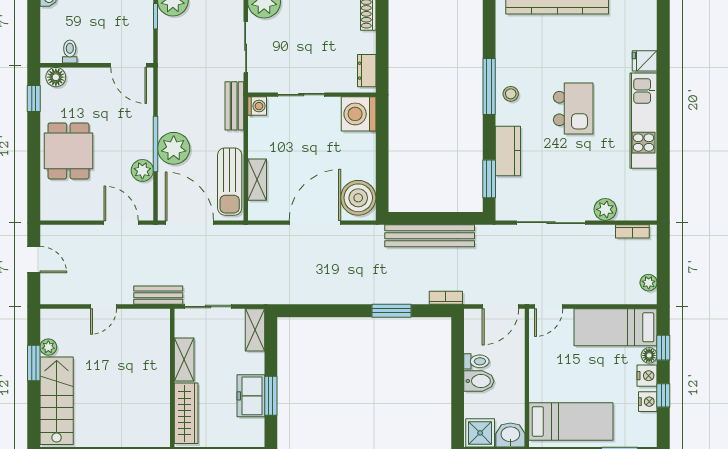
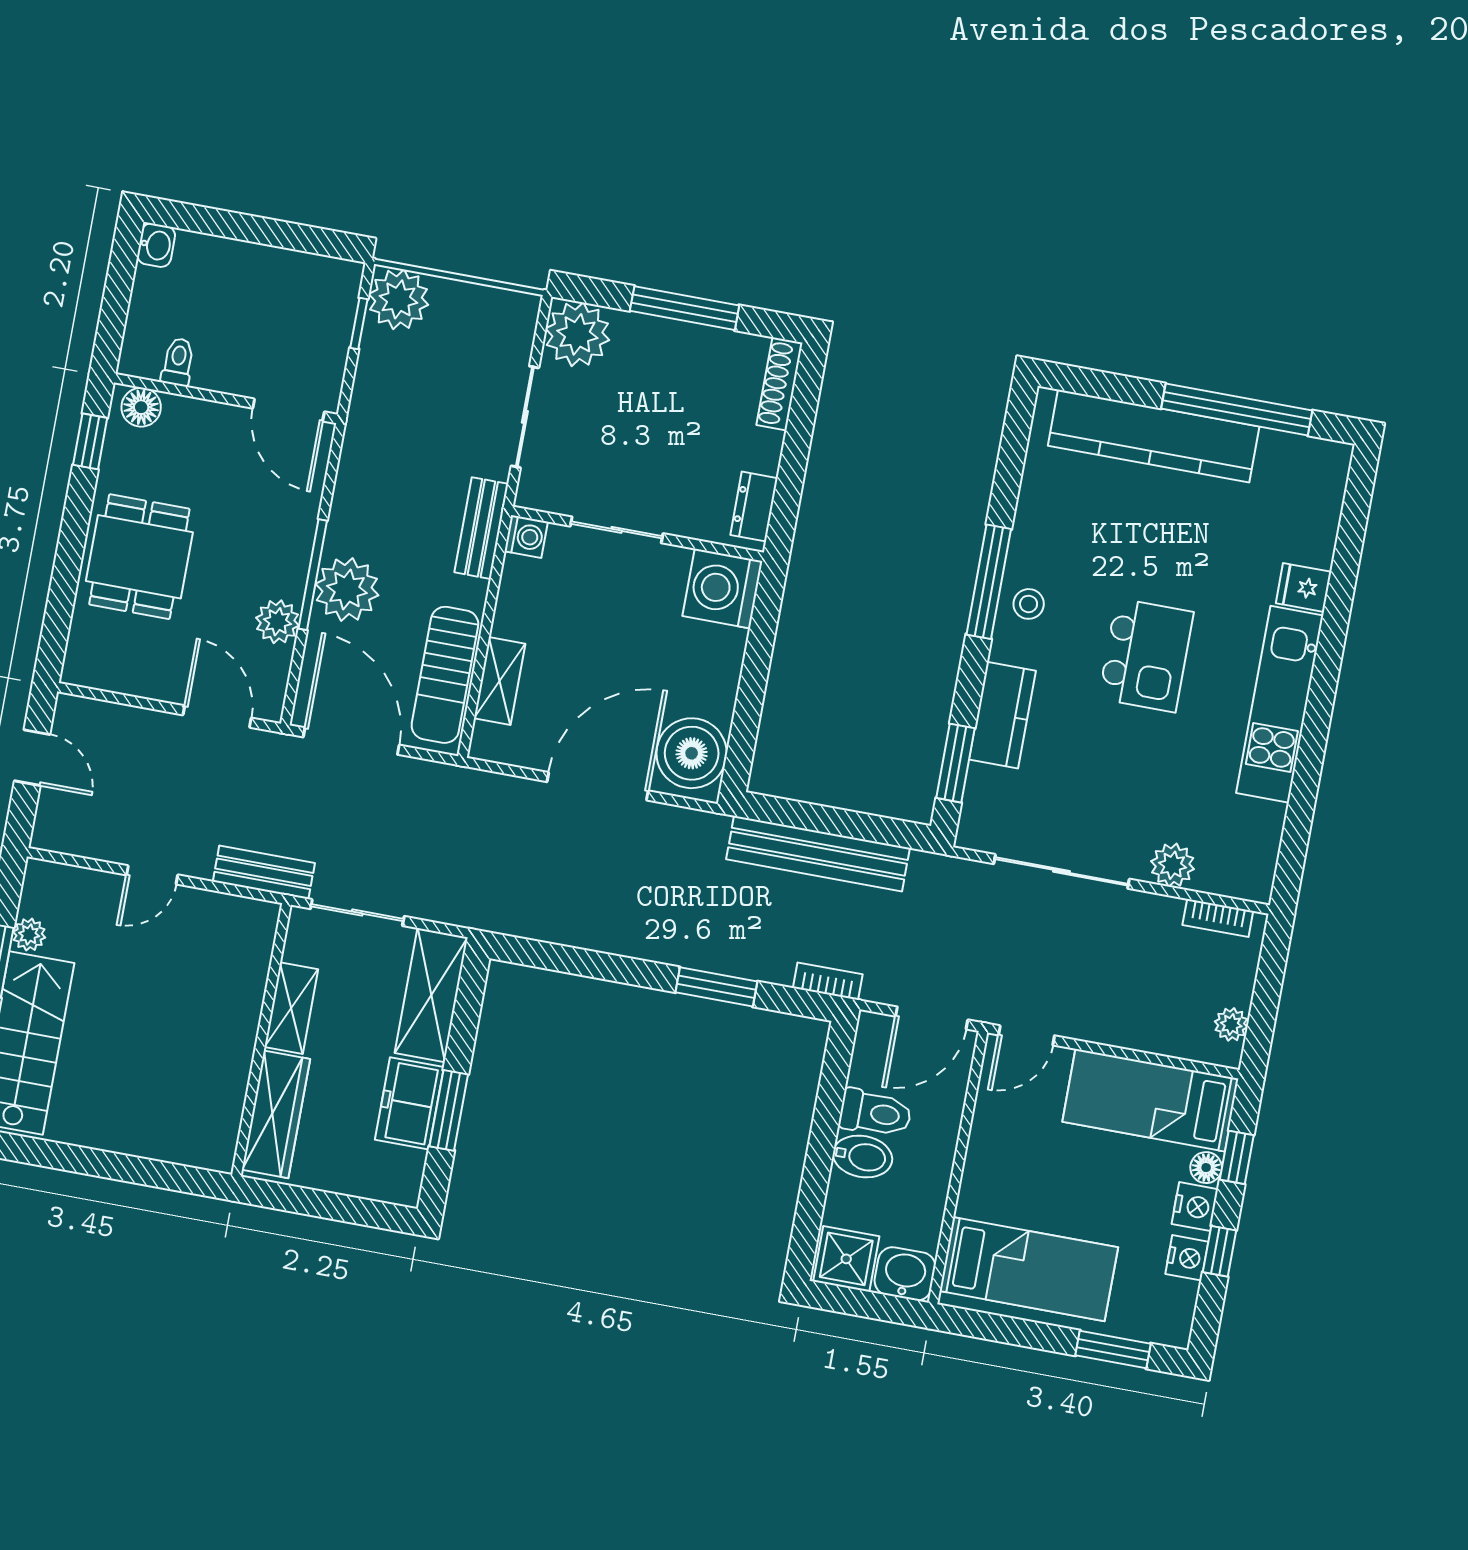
shelving: (255, 330) -> (431, 995), width x1.50, depth x1.33
toilet: (476, 361) -> (875, 1113), width x1.37, depth x1.39

